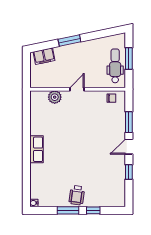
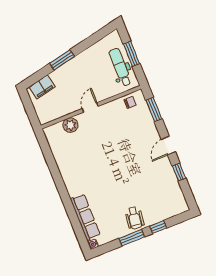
window: (129, 122) -> (154, 109), moved
row of seats: (36, 149) -> (85, 217), moved, width x1.48

